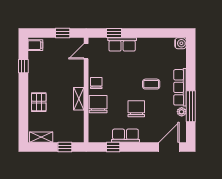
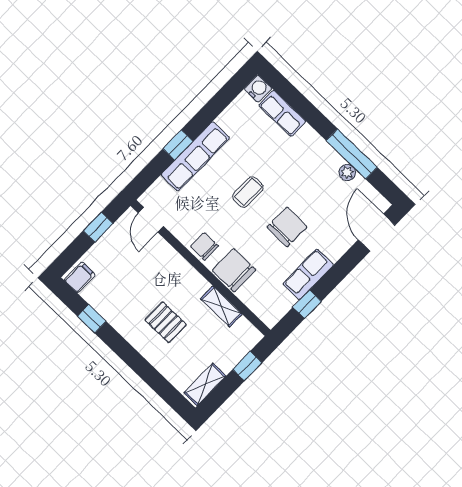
window: (114, 33) -> (178, 145), moved
row of seats: (122, 44) -> (195, 156), width x1.48
coffee table: (151, 84) -> (248, 192), moved
row of seats: (180, 87) -> (282, 113), moved, width x0.68
shelving: (79, 99) -> (221, 306), moved
pallet: (39, 102) -> (166, 322), moved
chair: (136, 109) -> (287, 227), turned 91

